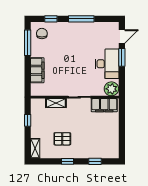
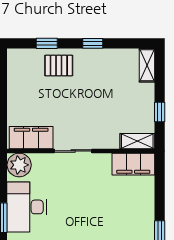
filing cabinet: (37, 70) -> (133, 164), moved, turned -90
shelving: (56, 103) -> (137, 141), moved
pallet: (62, 139) -> (59, 66), moved

